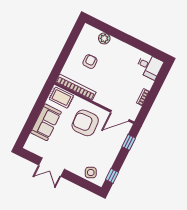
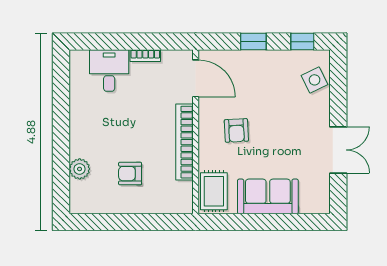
desk: (149, 66) -> (109, 71), moved
bookcase: (76, 87) -> (185, 142), moved
armchair: (85, 123) -> (236, 130), width x0.53, depth x0.53
window: (129, 142) -> (253, 42), moved

